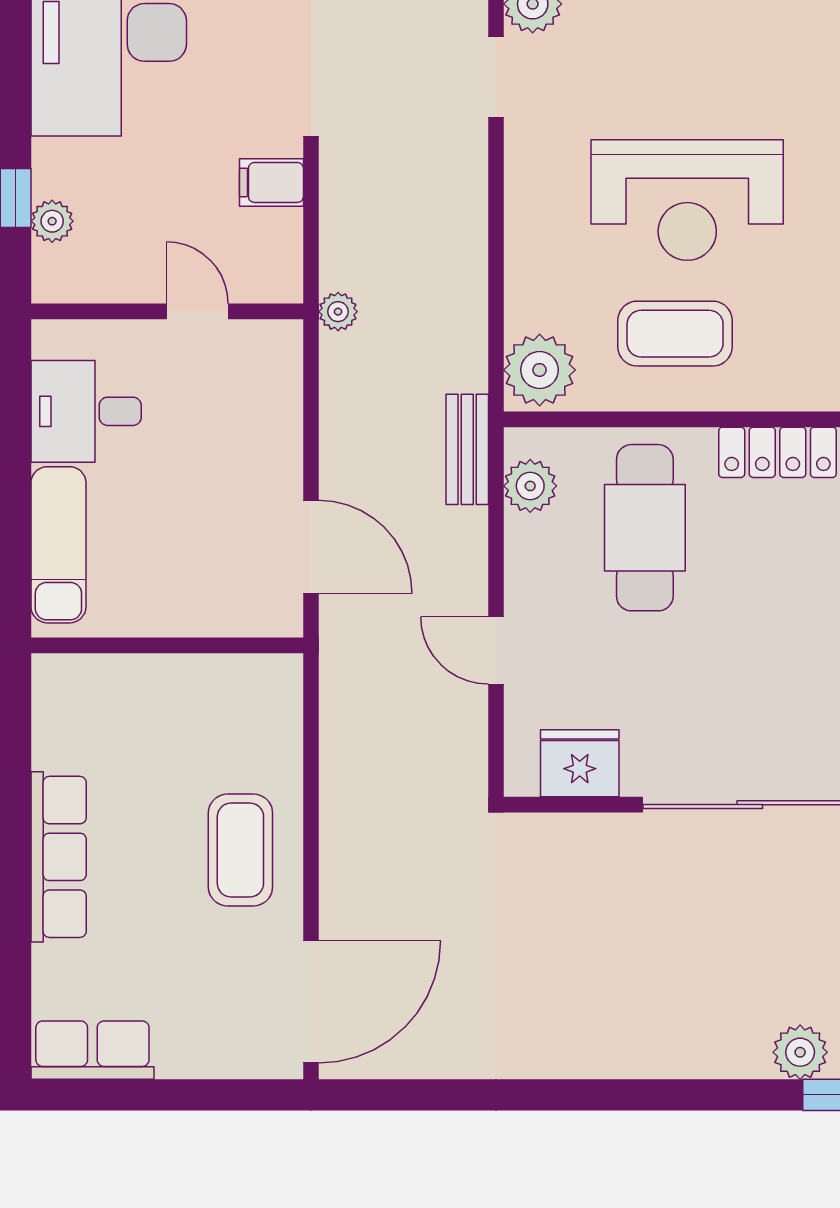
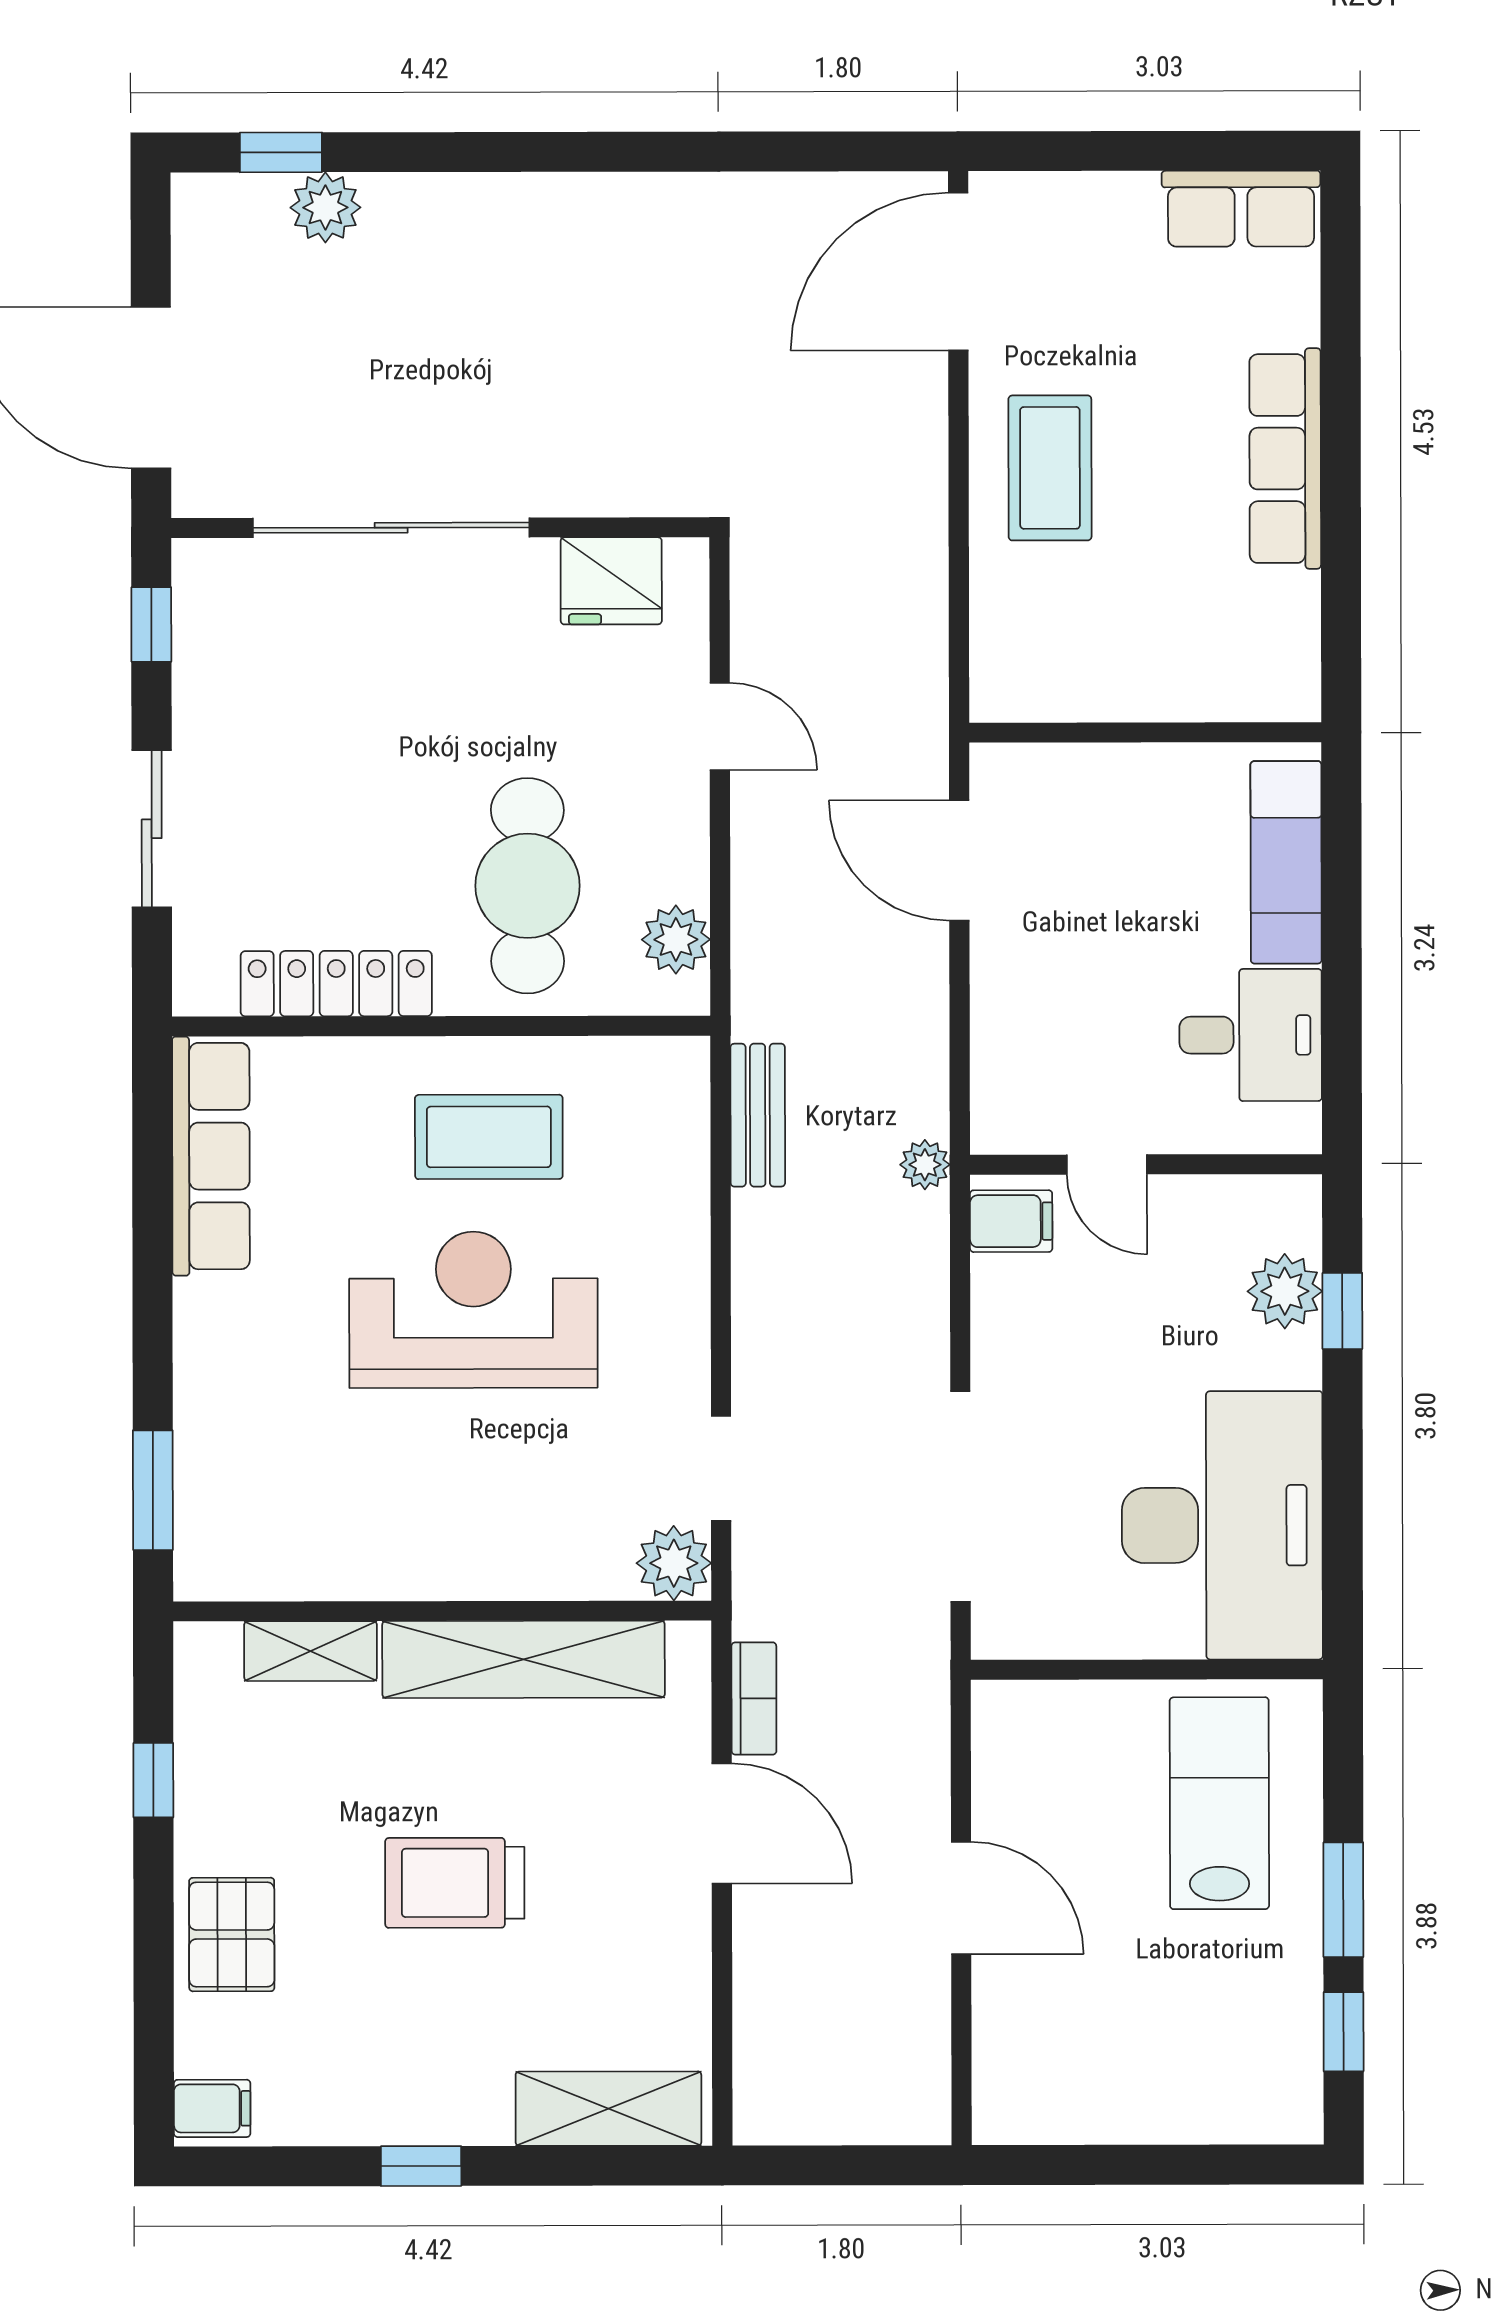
filing cabinet: (271, 182) -> (1011, 1221), moved
plant: (52, 221) -> (1285, 1291), width x1.38, depth x1.38
plant: (540, 370) -> (664, 1090), removed
bench: (467, 449) -> (758, 1115), moved

